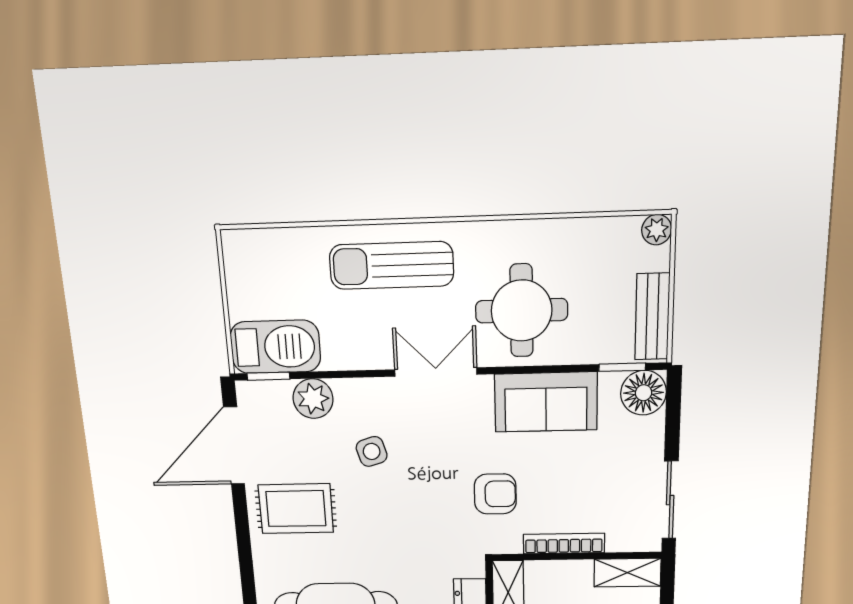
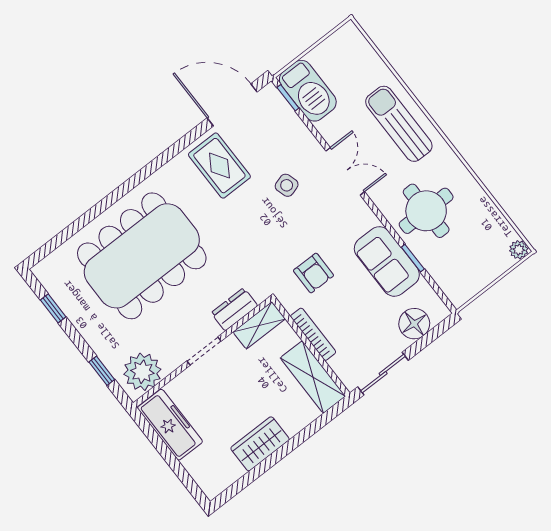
bench: (652, 317) -> (474, 283), removed
window: (622, 367) -> (413, 258), moved
double door: (436, 372) -> (345, 171), moved
floor lamp: (644, 393) -> (414, 324), moved
plant: (313, 399) -> (293, 131), removed
shelving: (627, 573) -> (313, 377), width x1.50, depth x1.33

